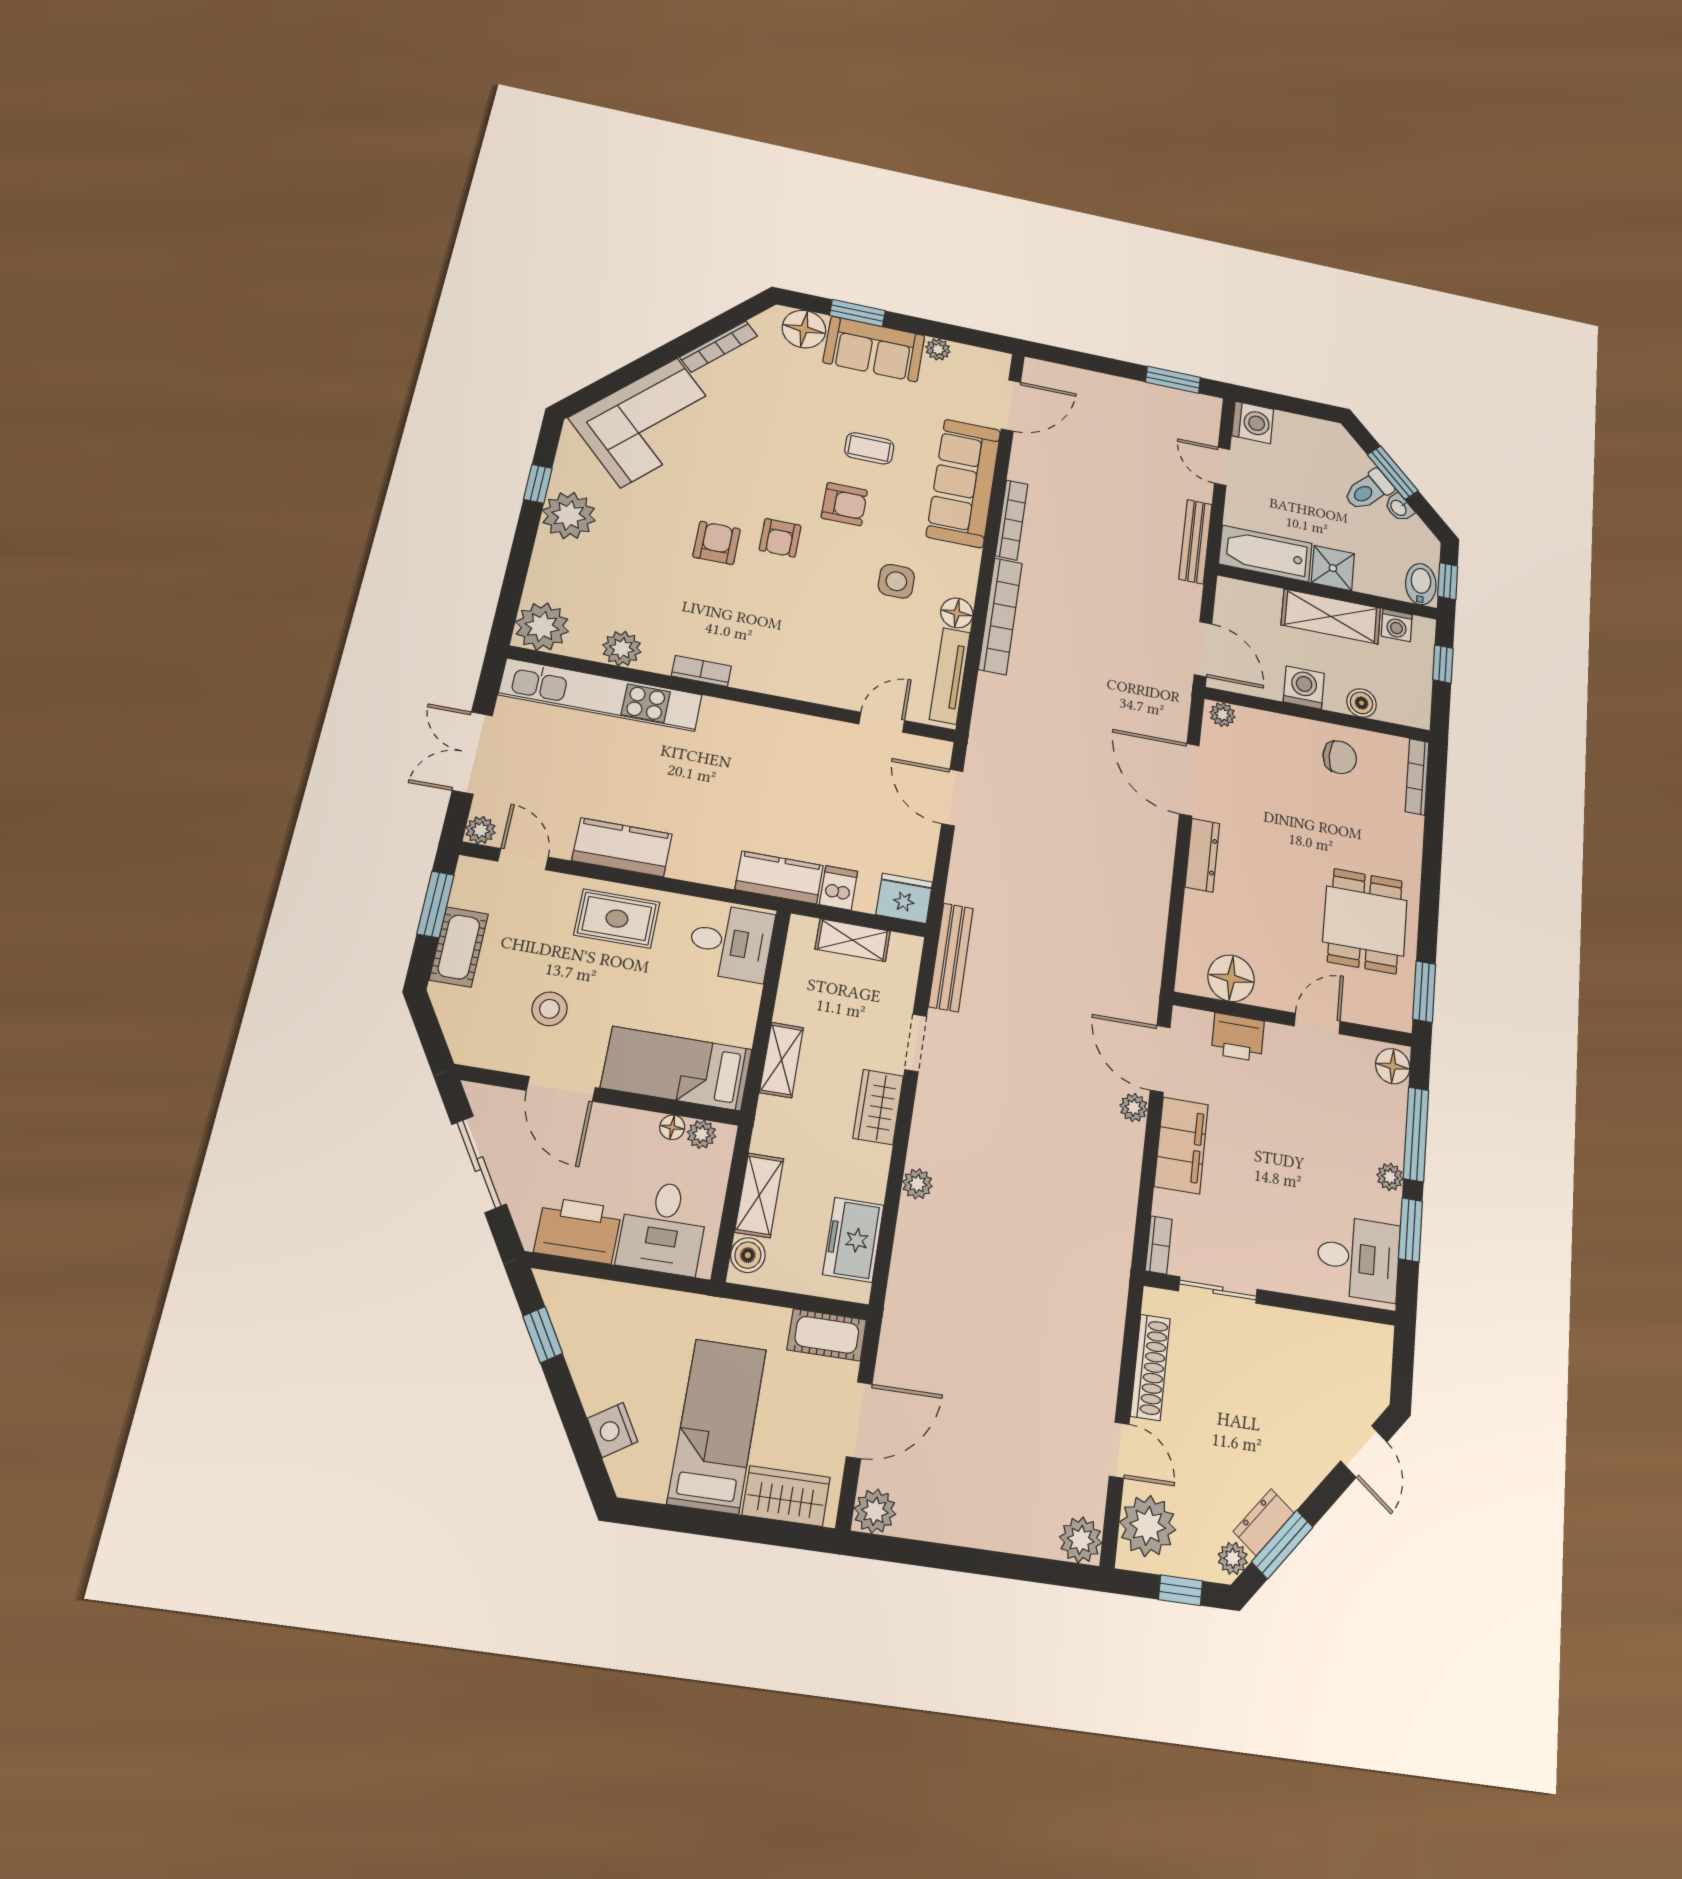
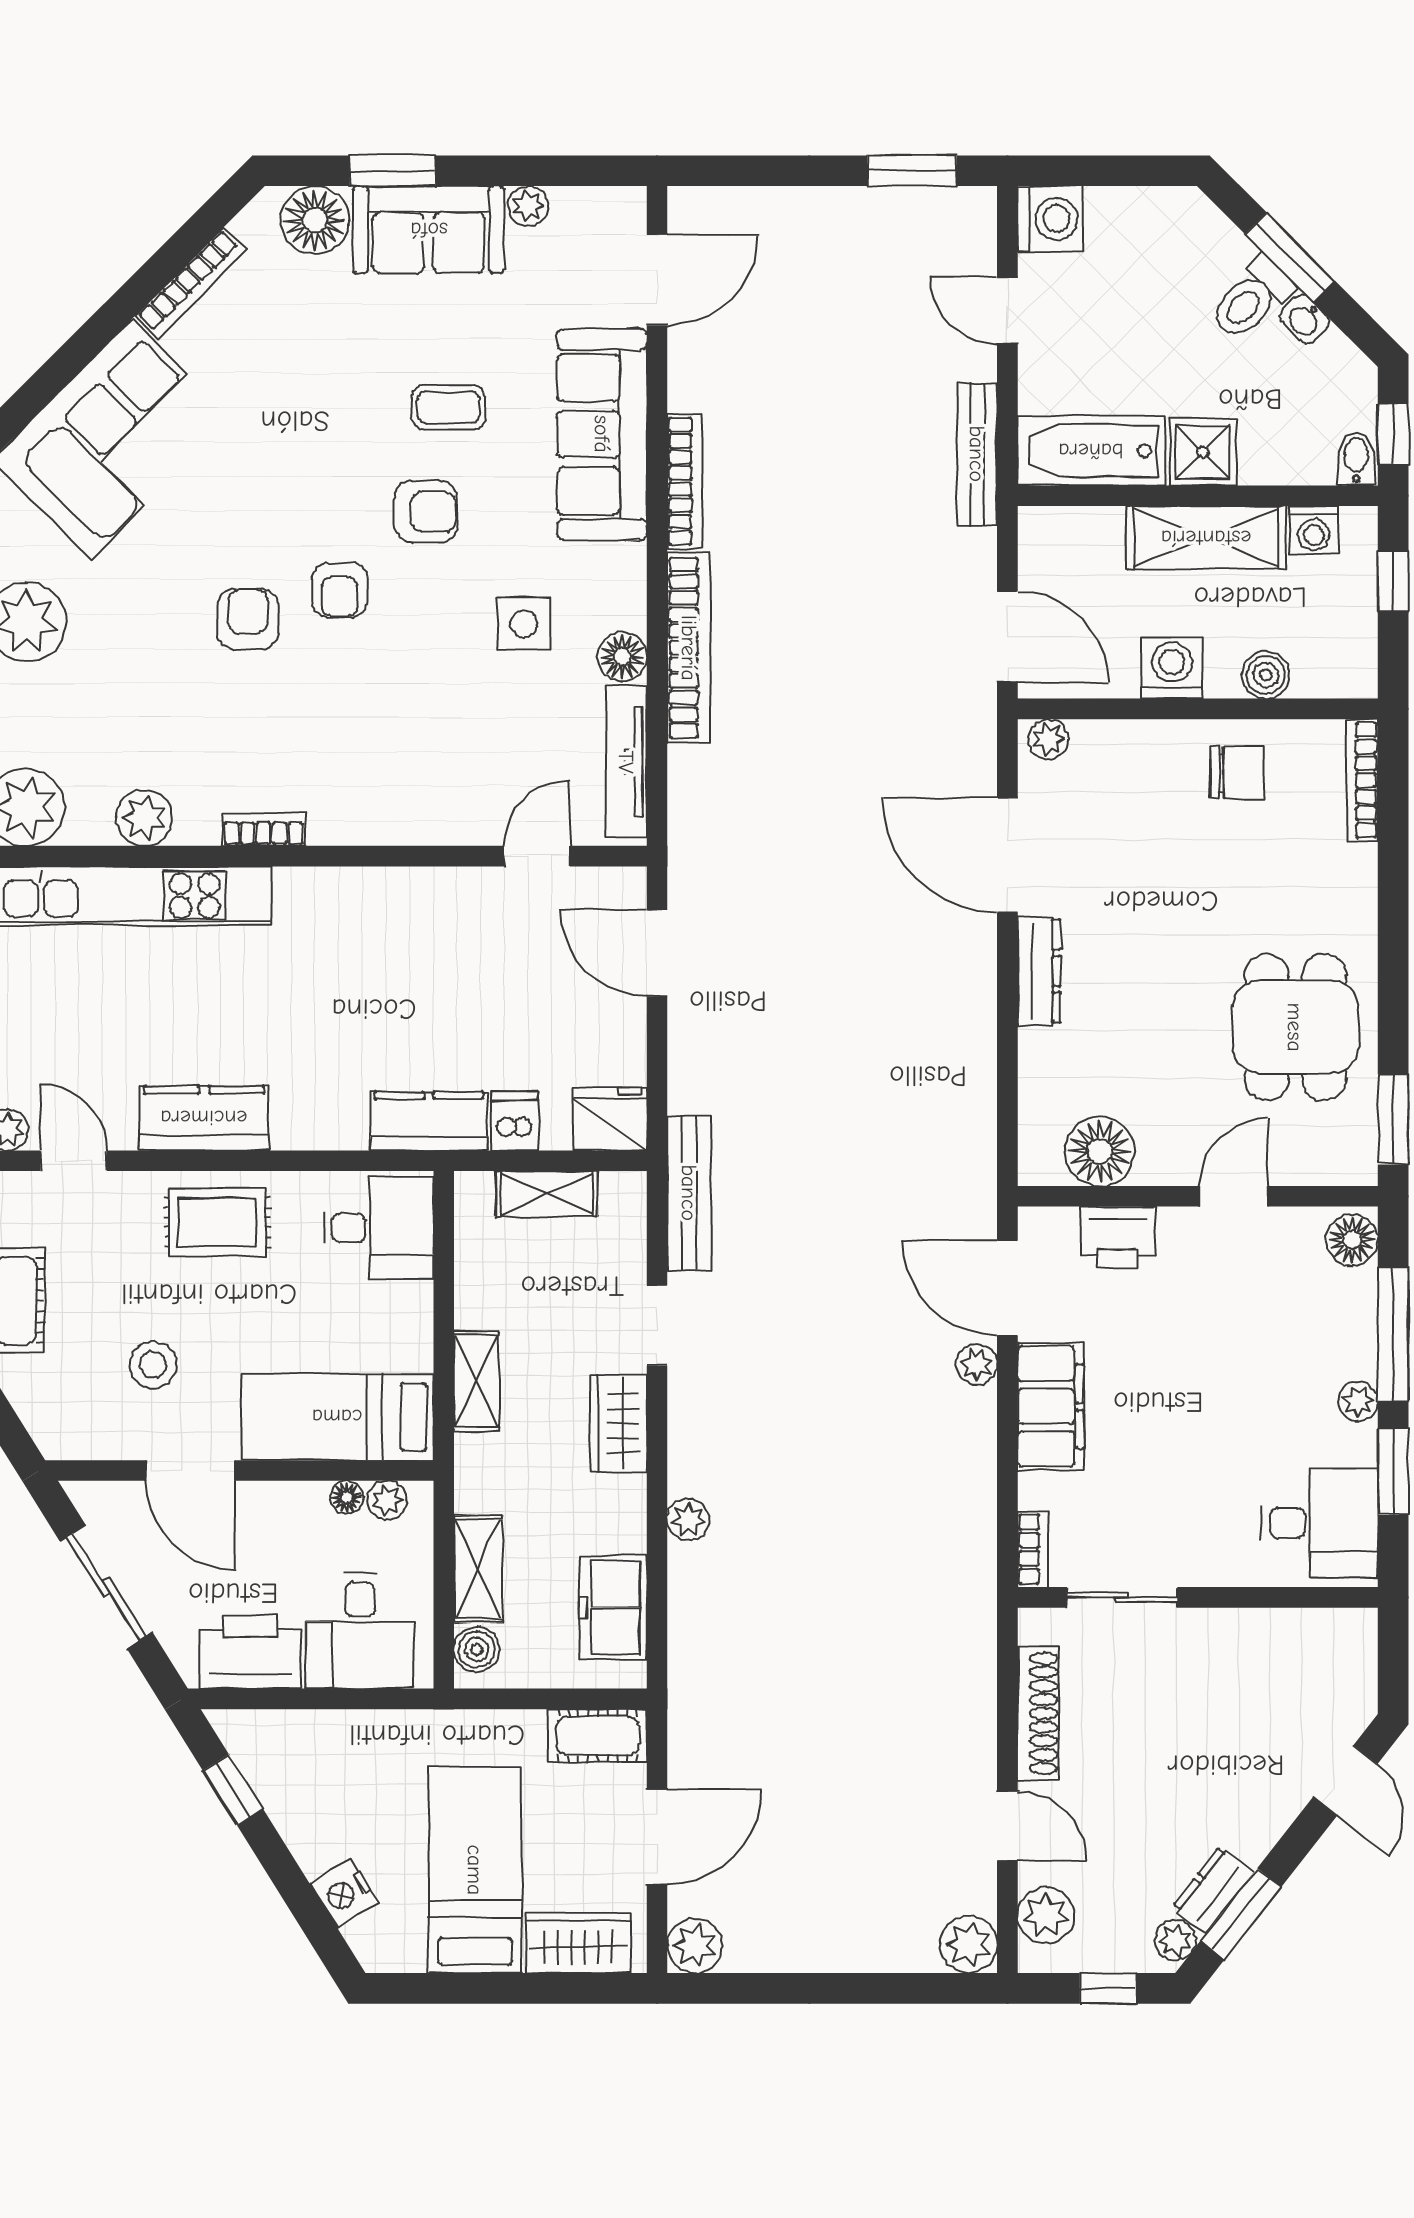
bidet: (1421, 584) -> (1356, 459), width x0.72, depth x0.74
plant: (1148, 1526) -> (1046, 1915), width x0.73, depth x0.73

